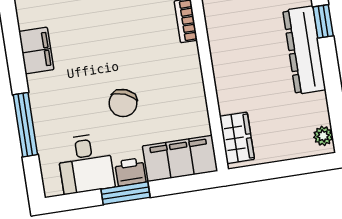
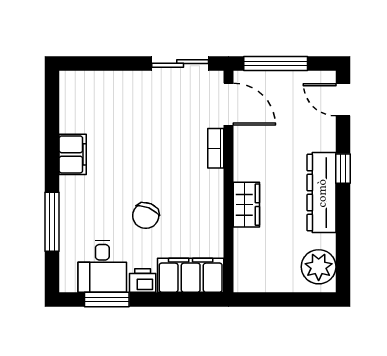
plant: (323, 136) -> (319, 267), width x1.88, depth x1.88
wardrobe: (237, 138) -> (246, 205), moved
window: (126, 193) -> (107, 300), moved

